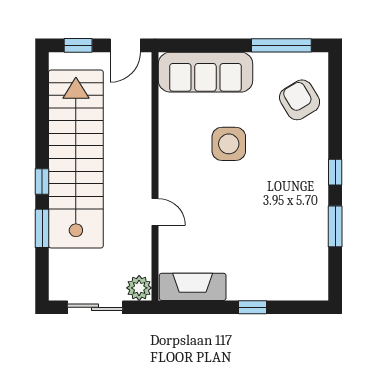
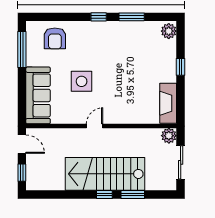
armchair: (300, 100) -> (55, 38), turned -59
stairs: (76, 159) -> (105, 174), width x0.73
door: (155, 212) -> (95, 126), moved
plant: (312, 288) -> (169, 31), added

